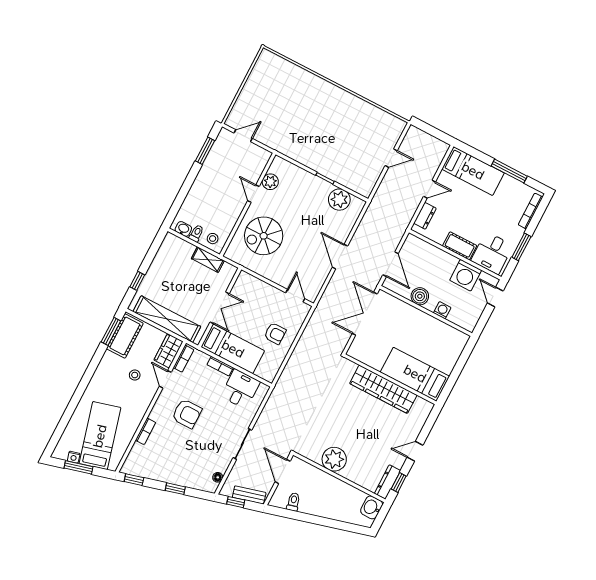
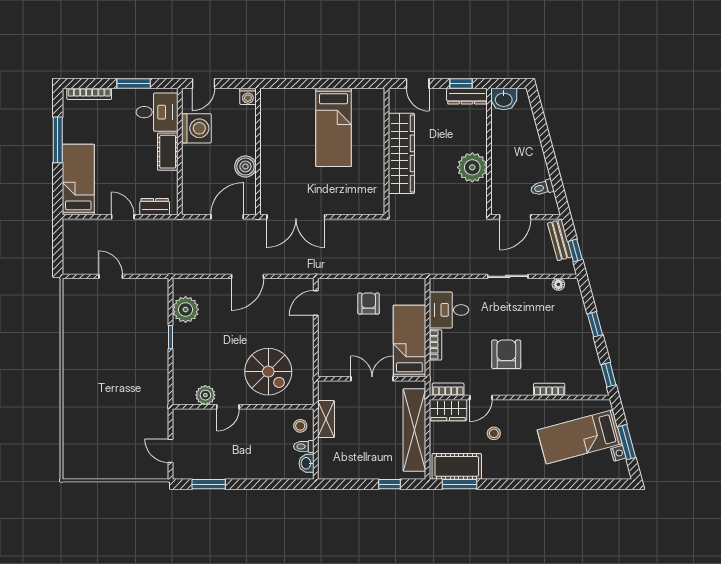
washing machine: (442, 310) -> (248, 96), moved, turned -90
wall: (390, 379) -> (387, 152), moved
wardrobe: (383, 389) -> (401, 153), moved

